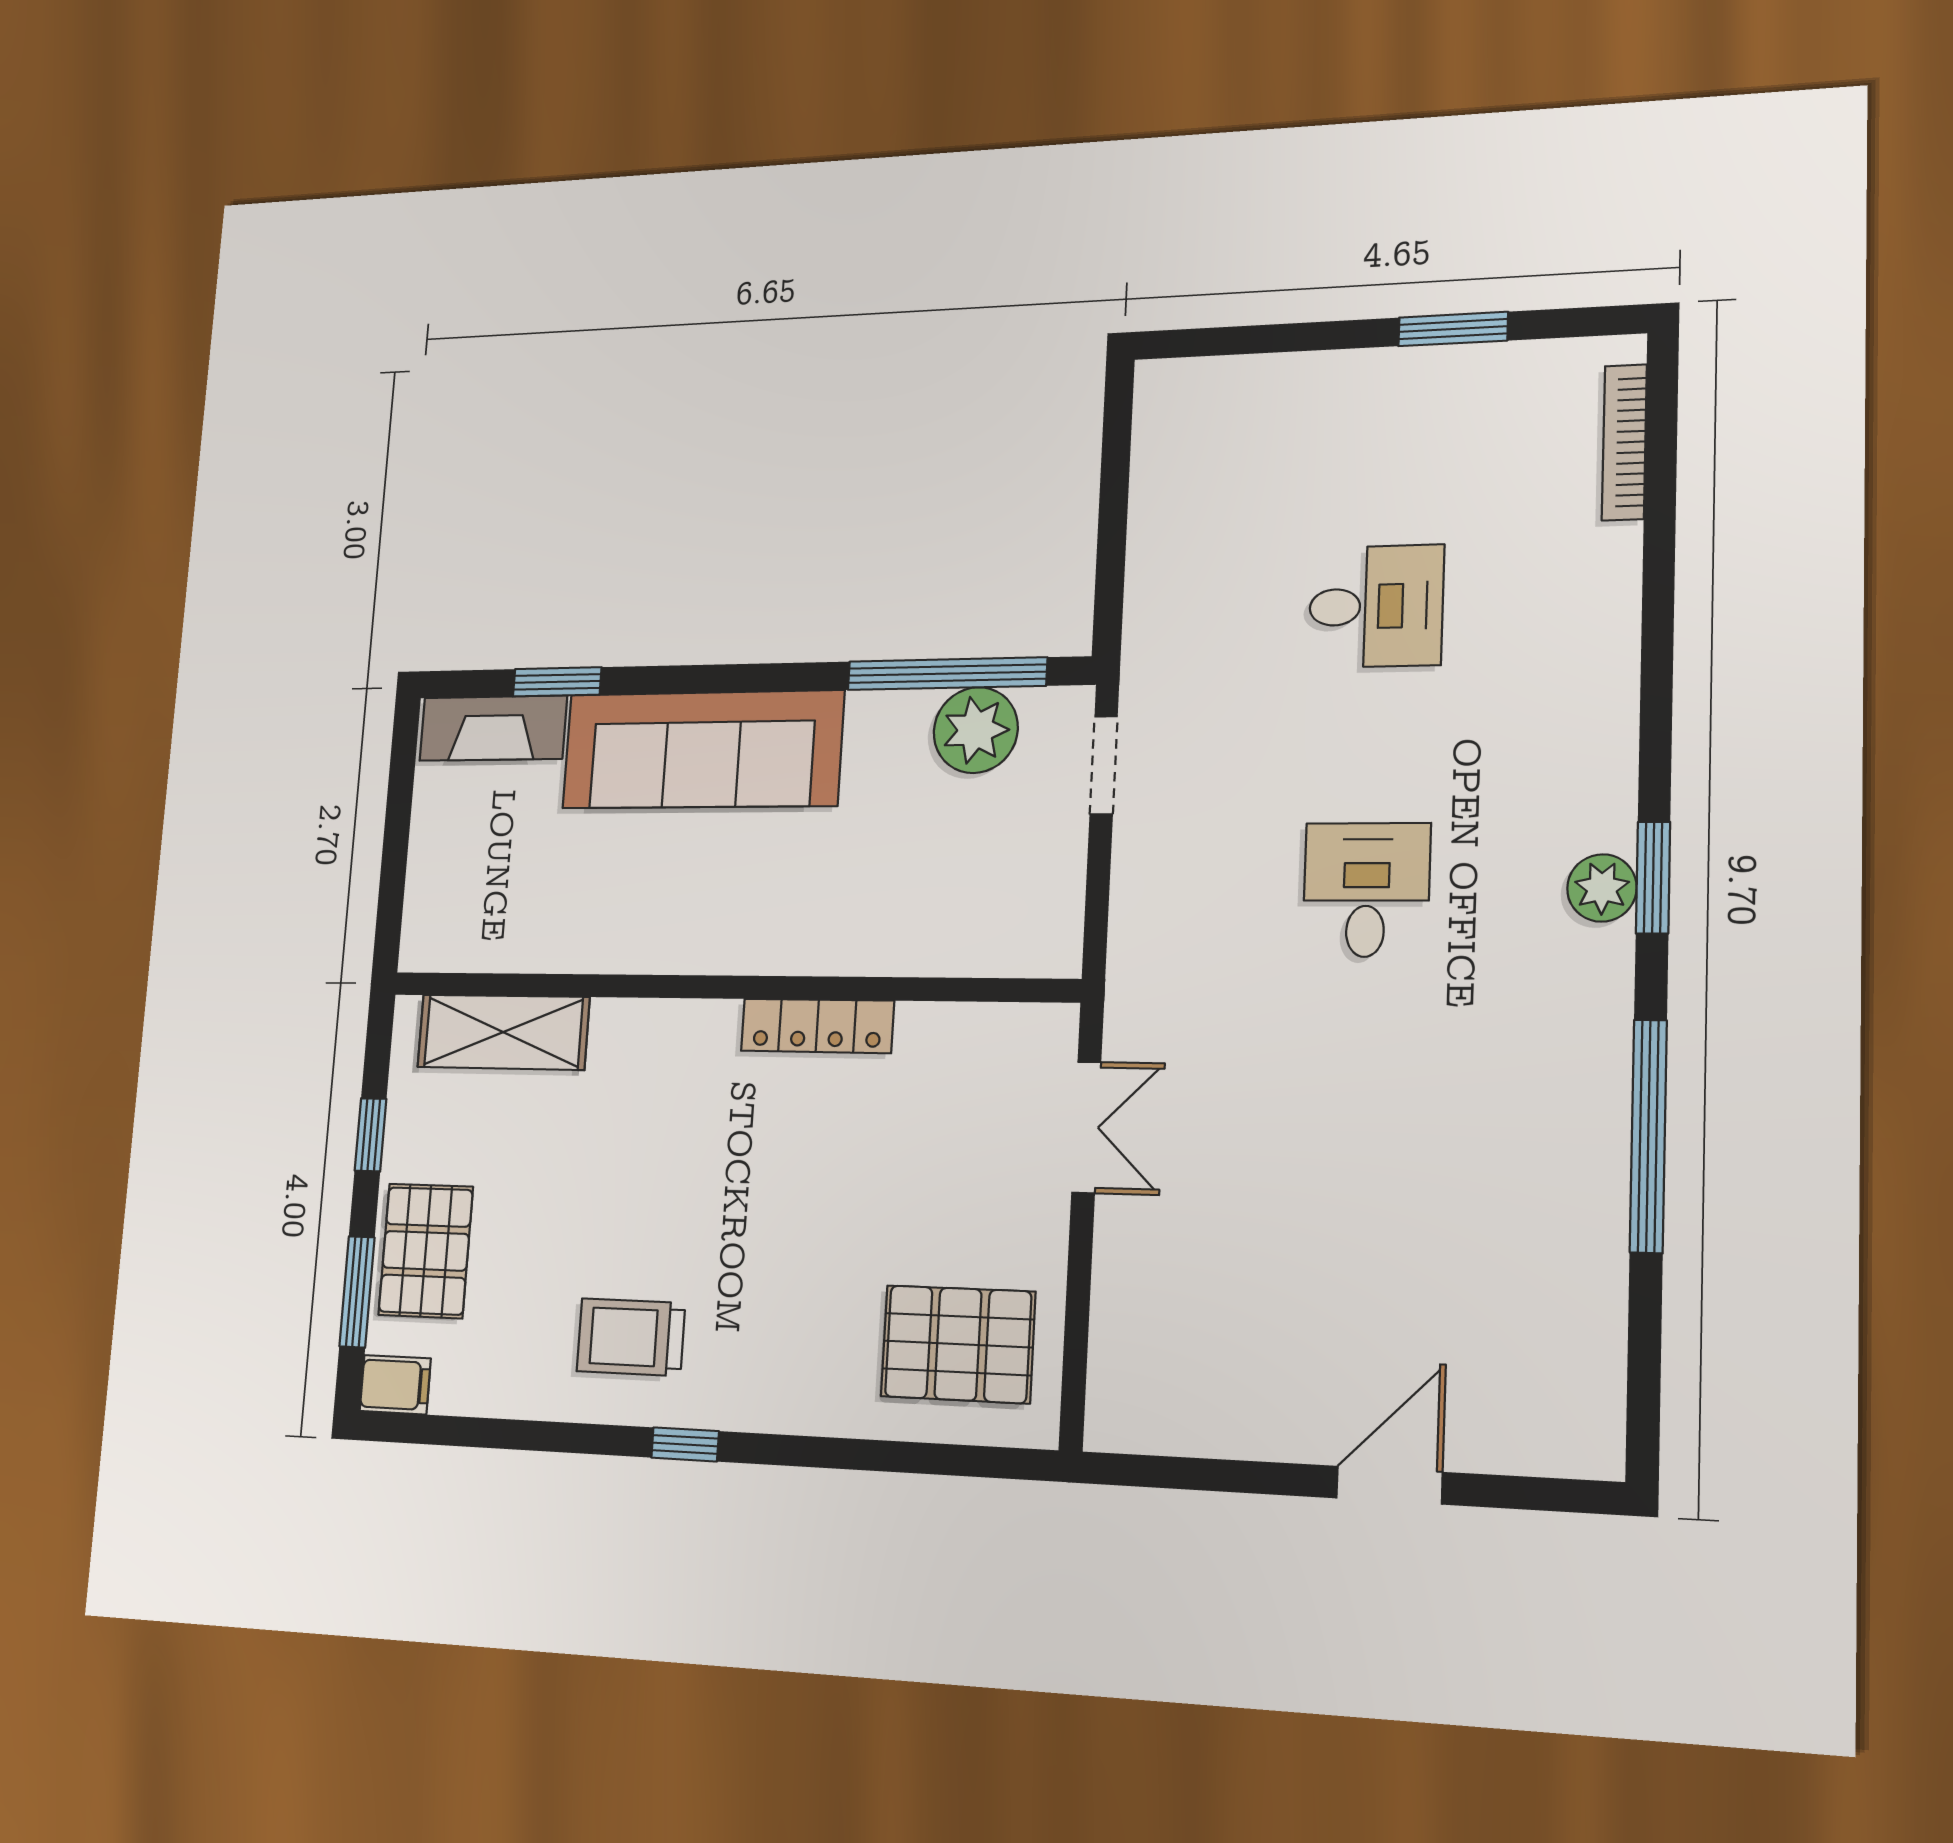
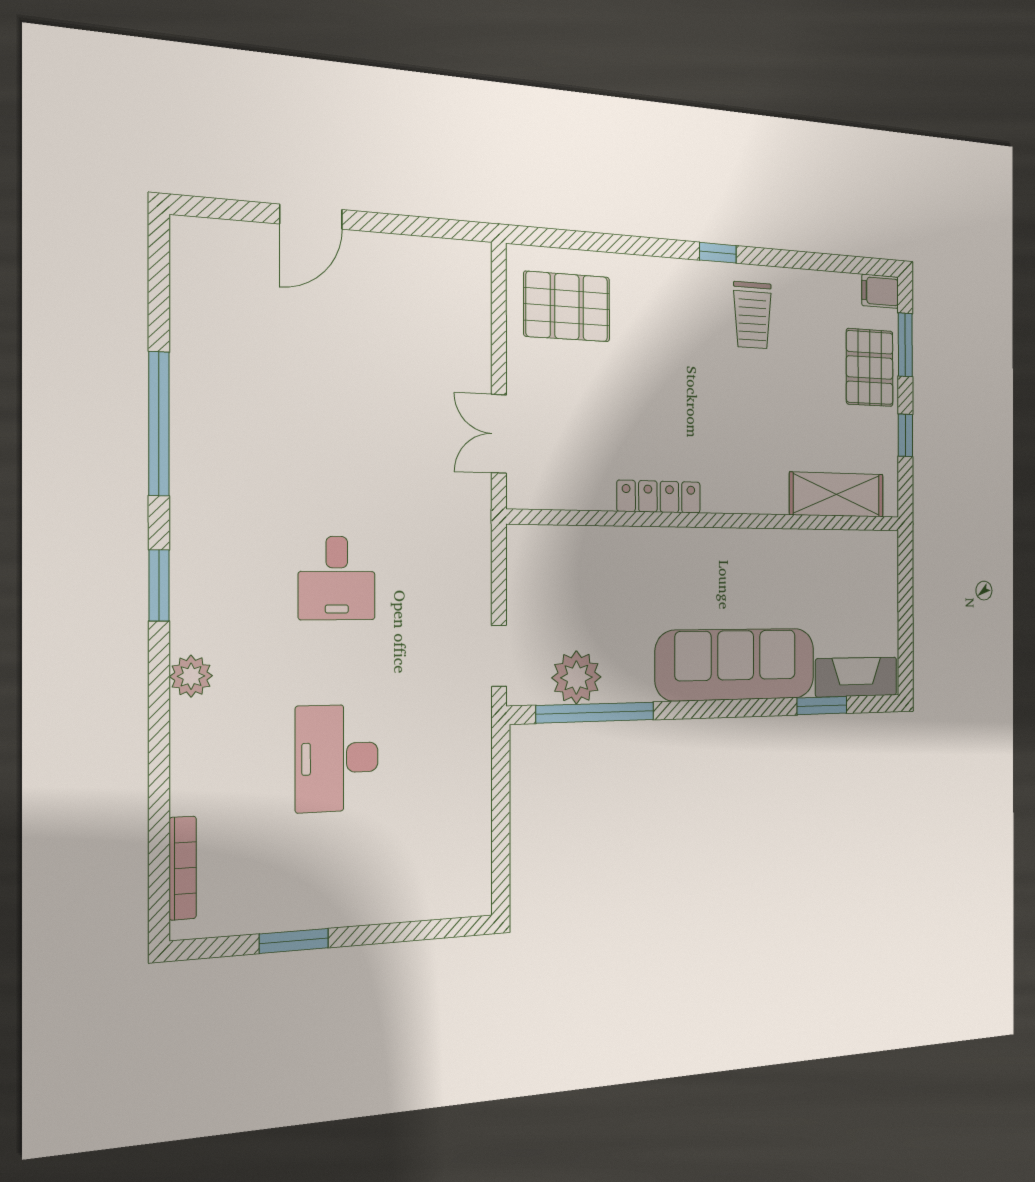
desk: (1376, 606) -> (337, 758), width x1.37
plant: (1602, 888) -> (191, 676), moved
trolley: (631, 1337) -> (752, 315), turned 90

